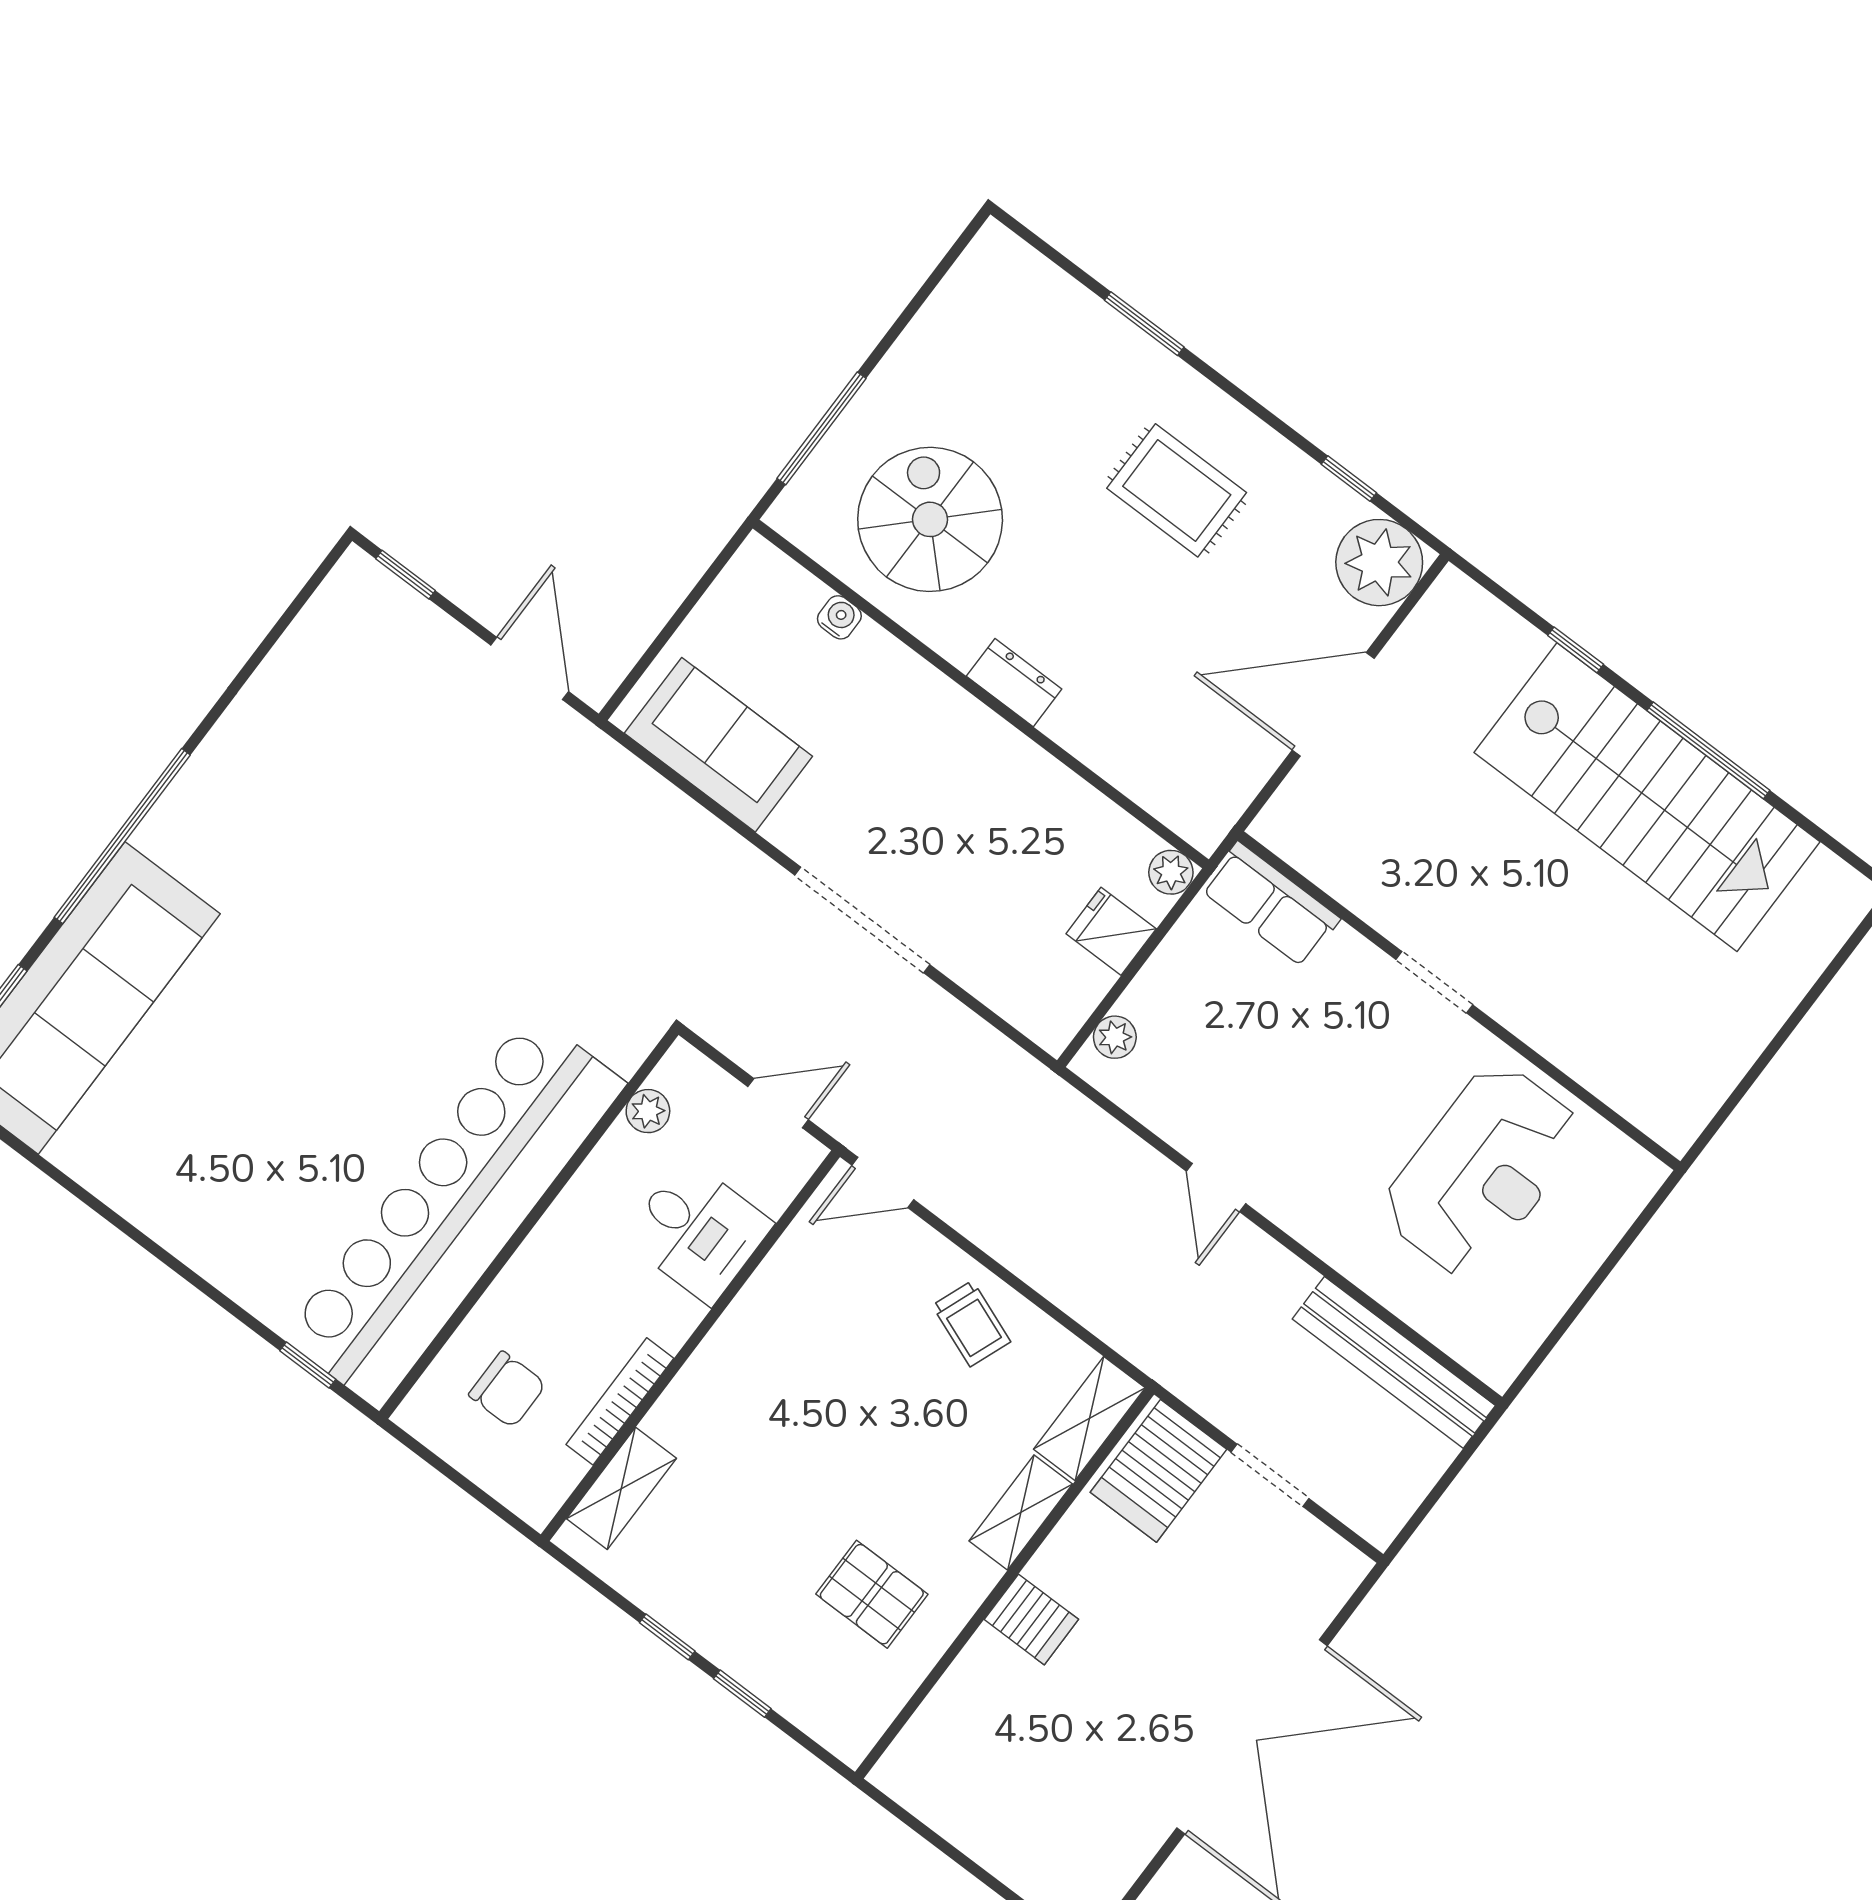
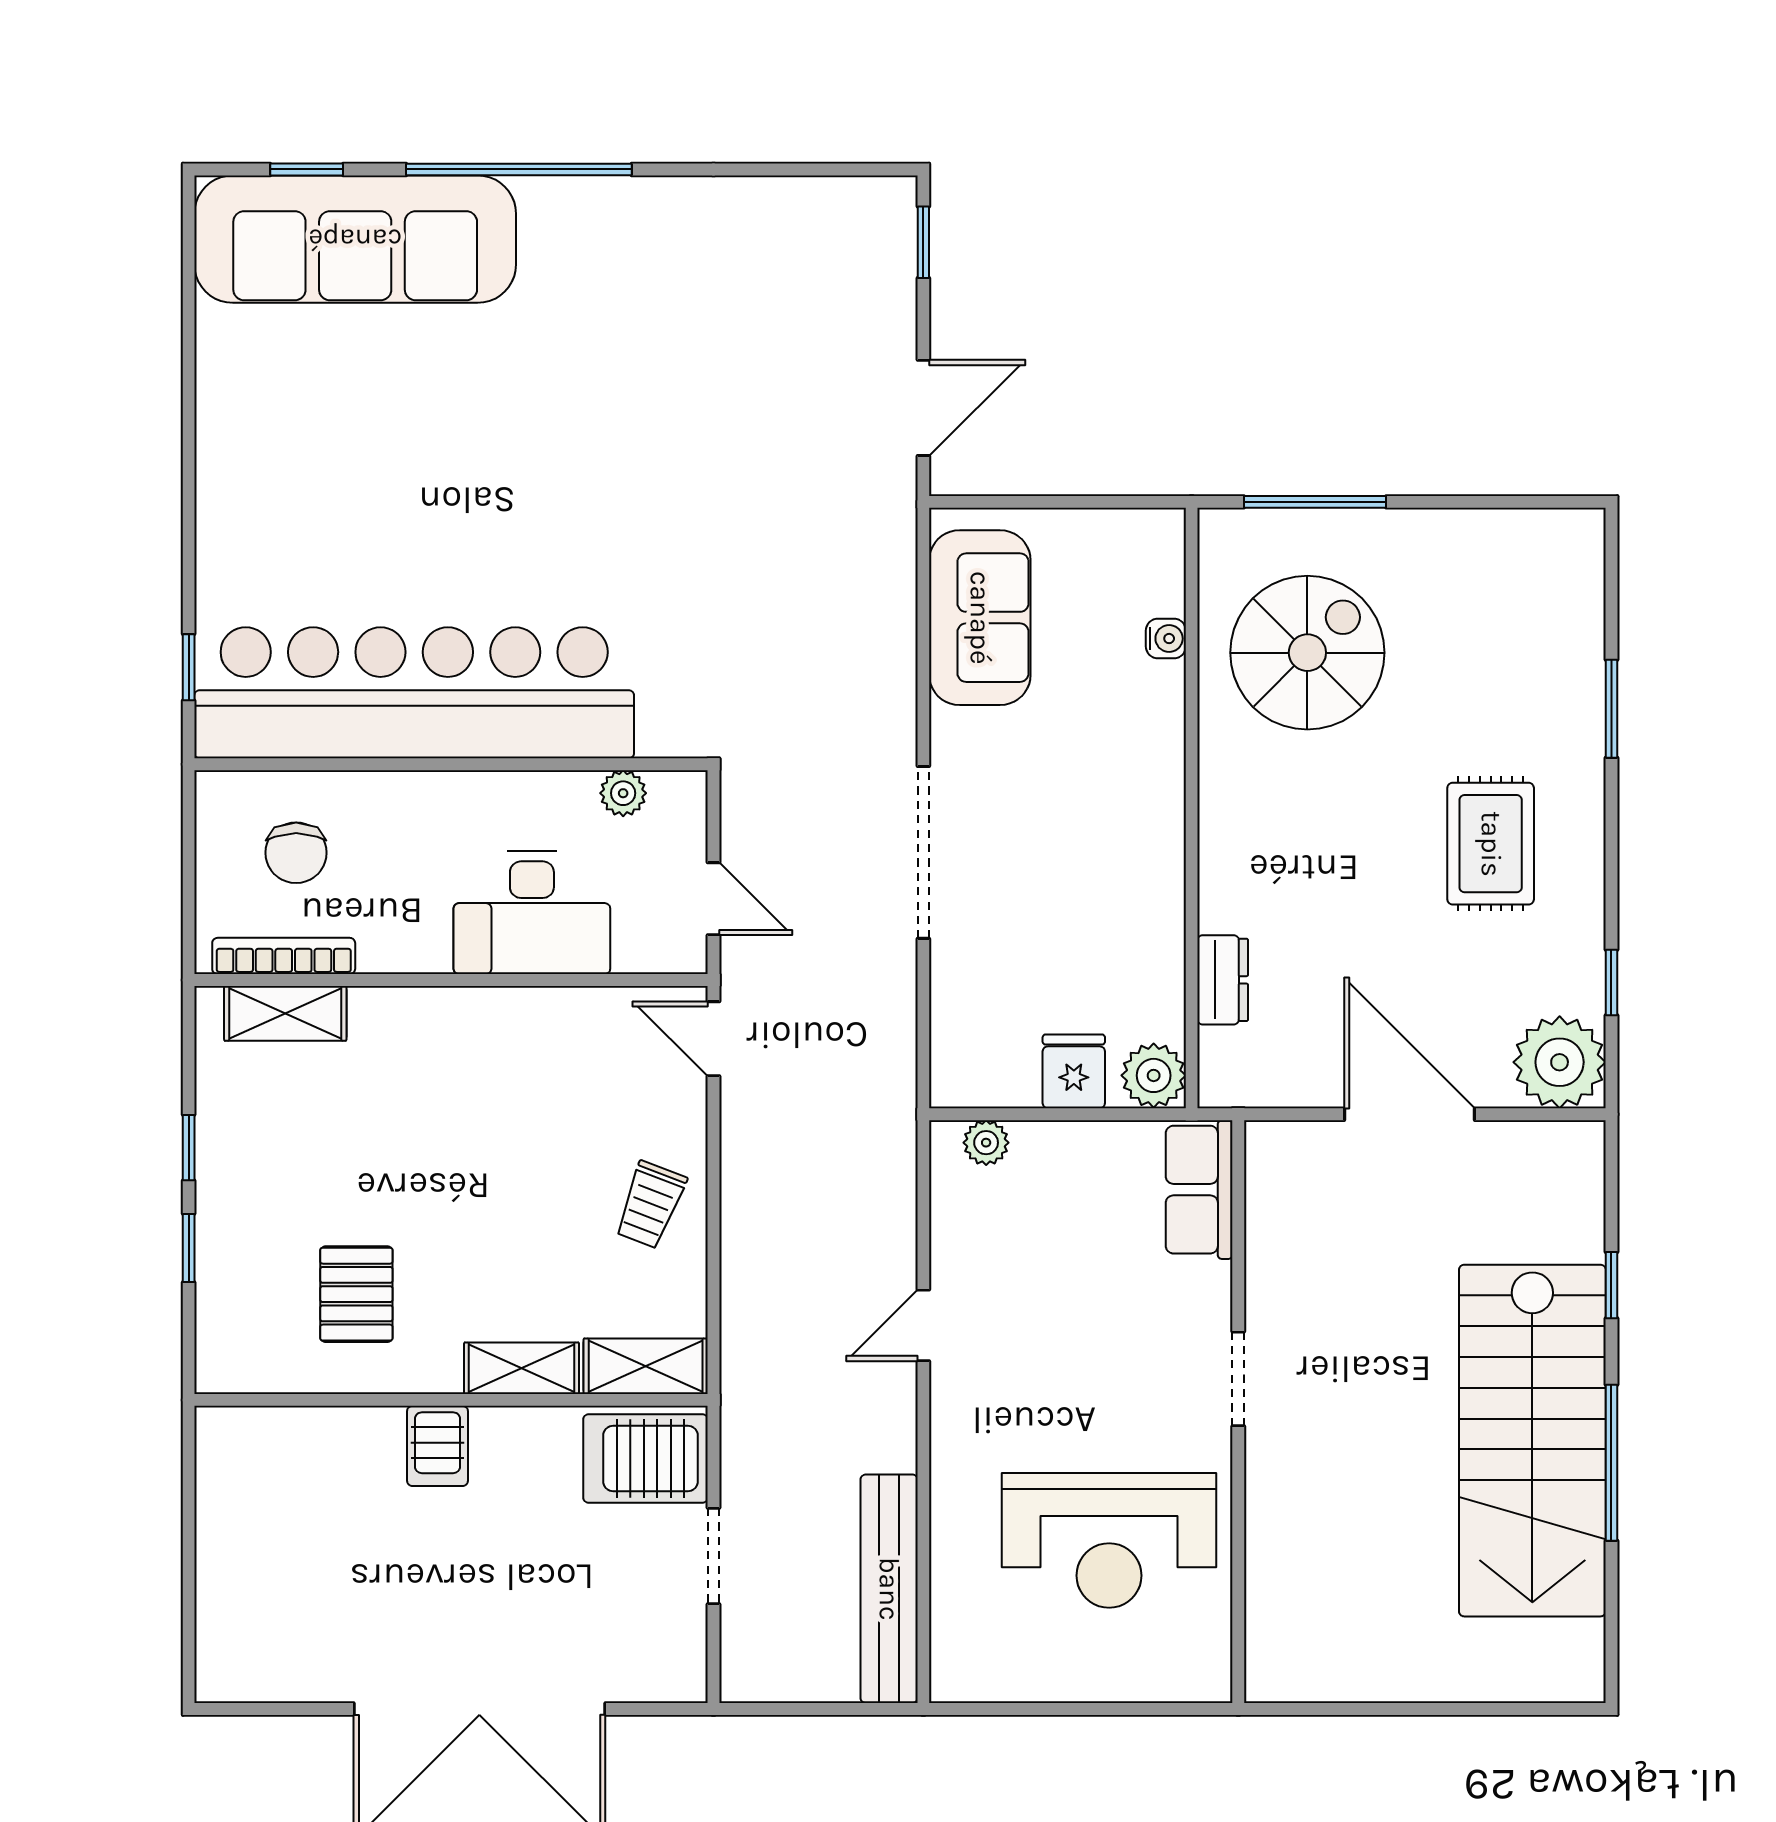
dresser: (1014, 683) -> (1223, 980), moved
plant: (1171, 872) -> (1154, 1075), width x1.38, depth x1.38
desk: (698, 1231) -> (532, 913), width x1.37
bookcase: (620, 1401) -> (284, 956), moved

